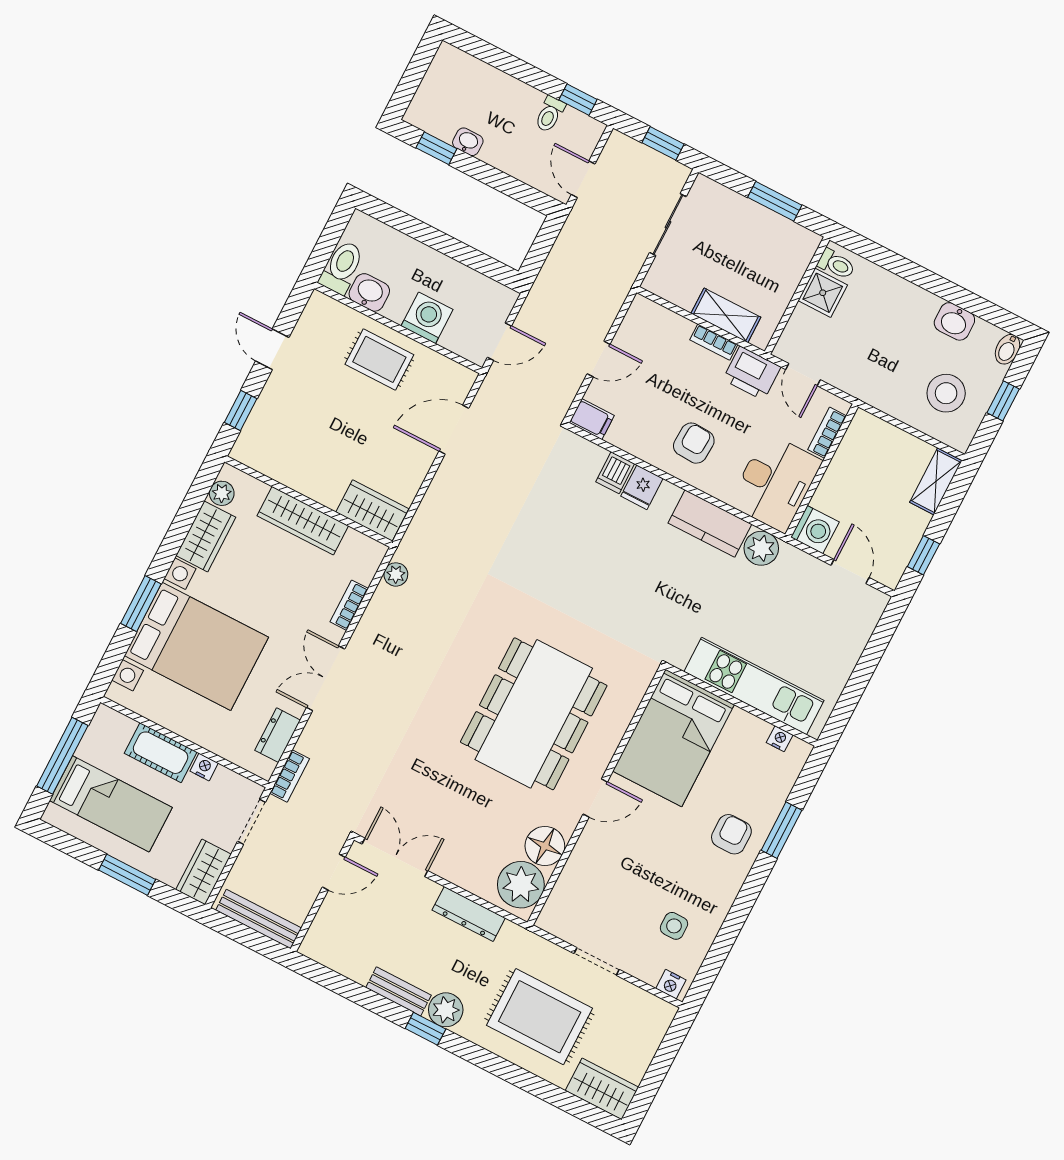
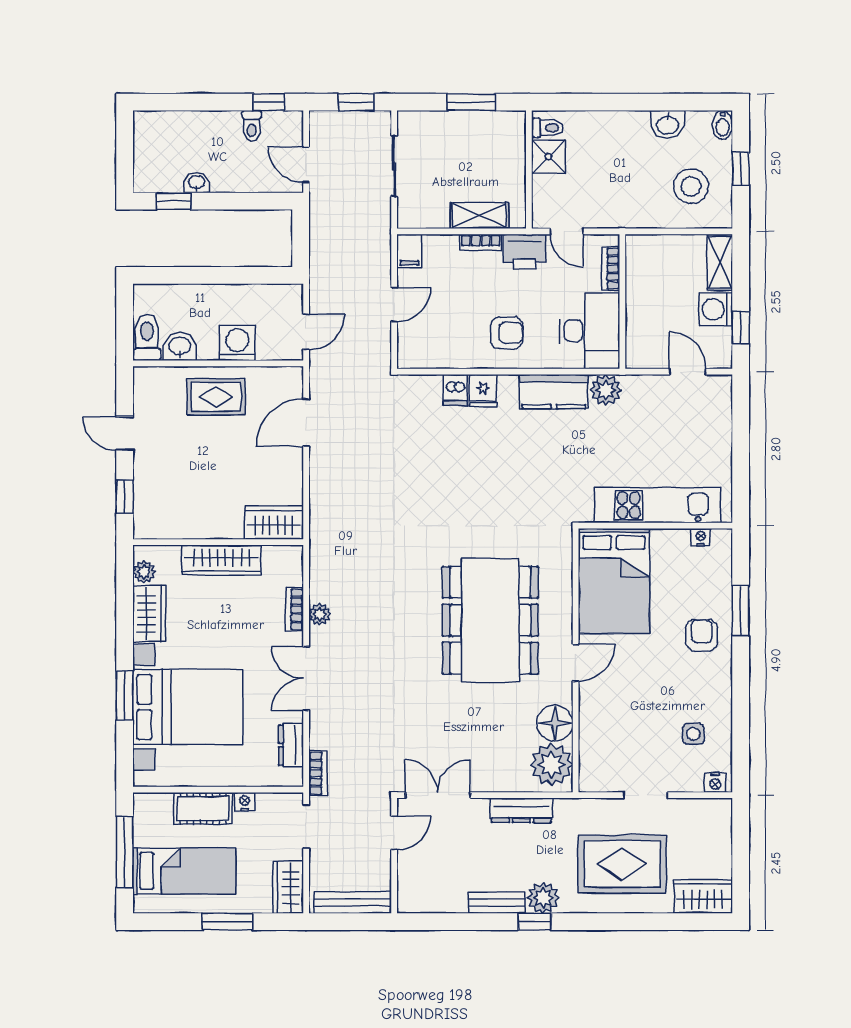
filing cabinet: (592, 419) -> (410, 251), moved, turned 90
armchair: (694, 443) -> (507, 333), turned 87
washing machine: (815, 530) -> (716, 309), moved, turned 180
plant: (396, 574) -> (320, 614), moved

